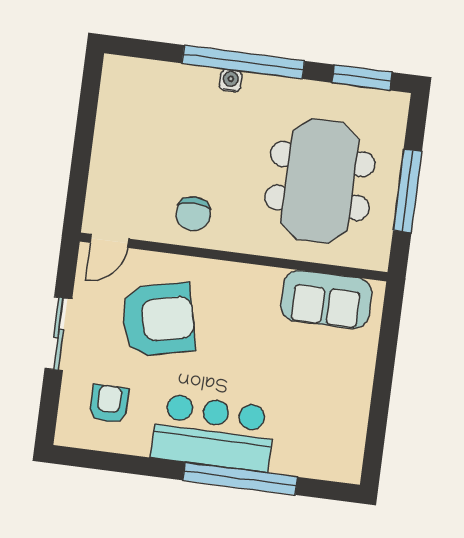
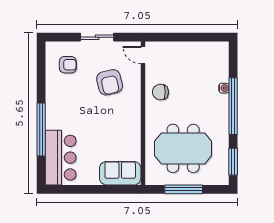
water cooler: (231, 81) -> (224, 88), moved
sofa: (326, 299) -> (120, 173), moved, turned 90
armchair: (158, 320) -> (110, 82), width x0.73, depth x0.73
bar counter: (213, 433) -> (61, 158), moved

